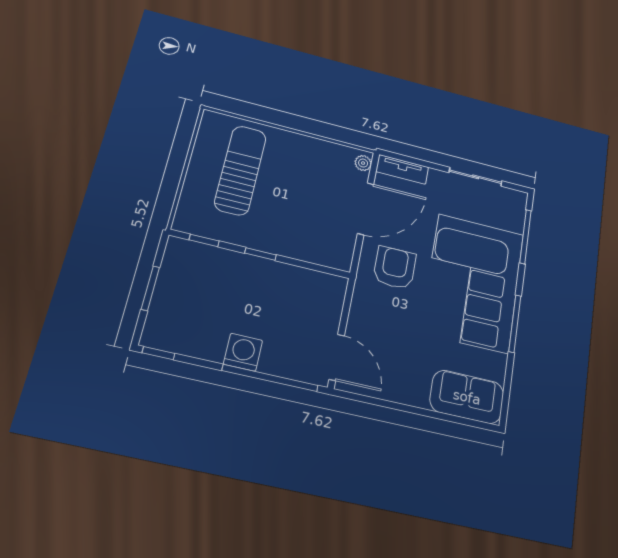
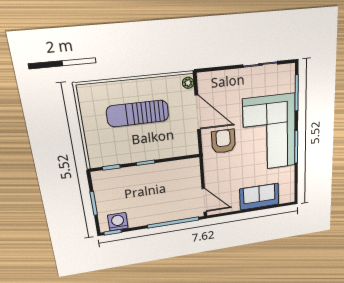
tv unit: (402, 169) -> (213, 78), removed
sun lounger: (240, 170) -> (138, 114), moved, turned -90
door: (366, 209) -> (198, 112), hinge flipped
washing machine: (243, 352) -> (118, 222), moved
sofa: (467, 397) -> (259, 197), moved

